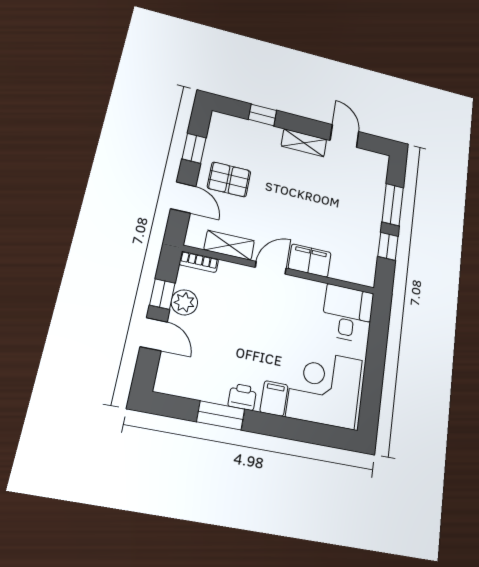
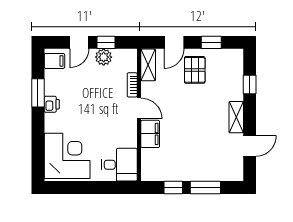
shelving: (229, 245) -> (148, 65), moved
bookcase: (199, 262) -> (132, 85), moved
filing cabinet: (274, 398) -> (54, 61), moved

